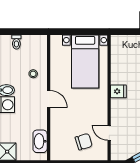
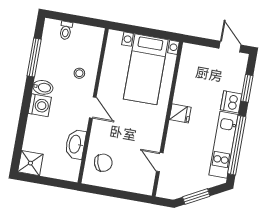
washbasin: (40, 141) -> (75, 144), moved
chair: (84, 142) -> (103, 163), moved

